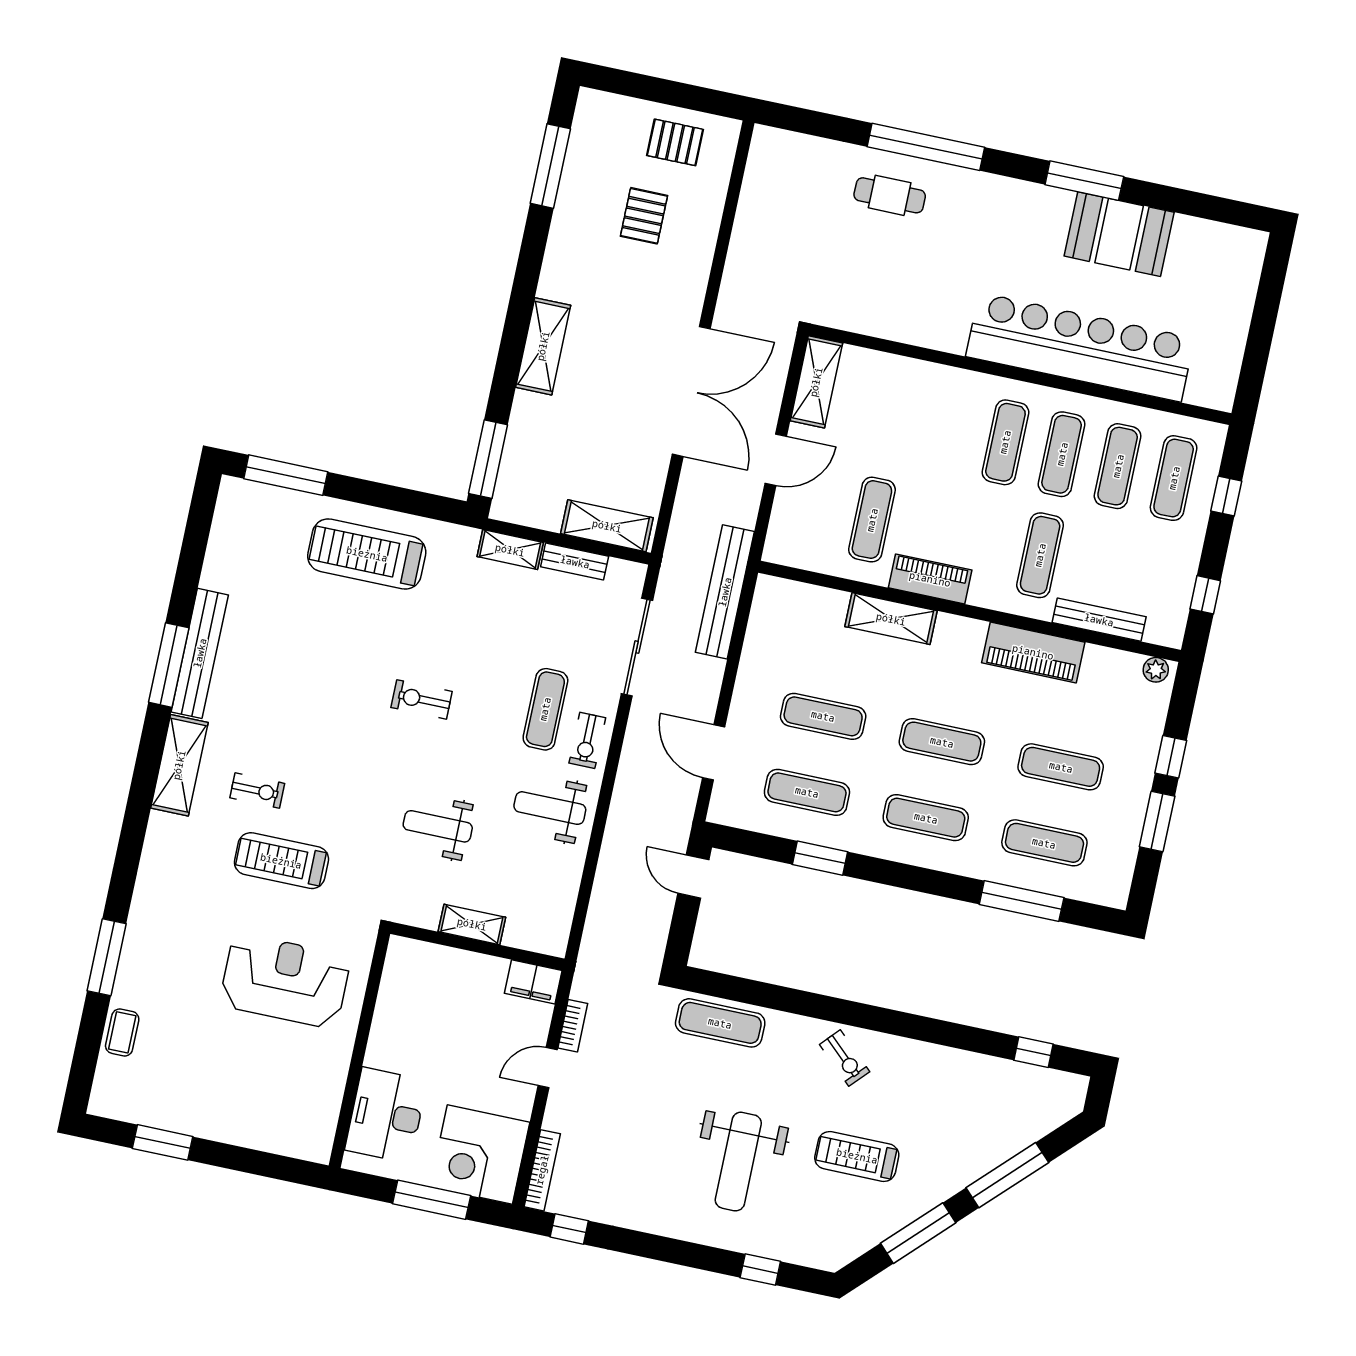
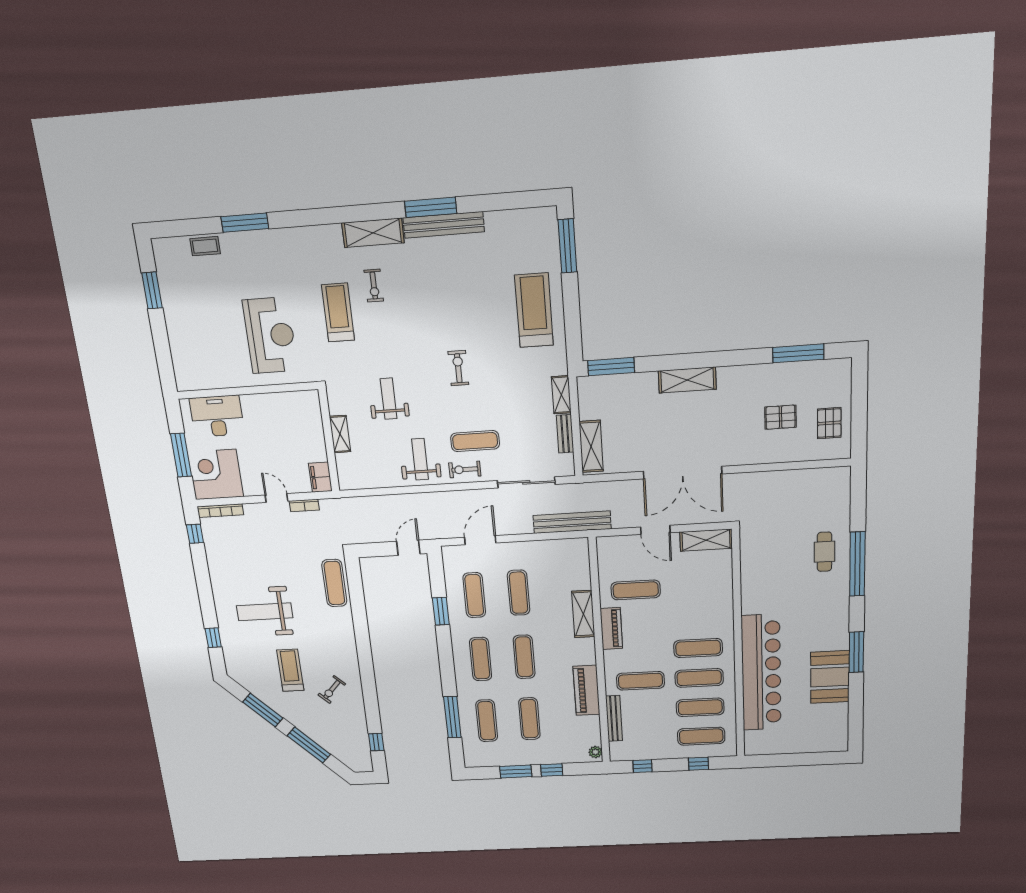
exercise bike: (845, 1058) -> (332, 690), moved

